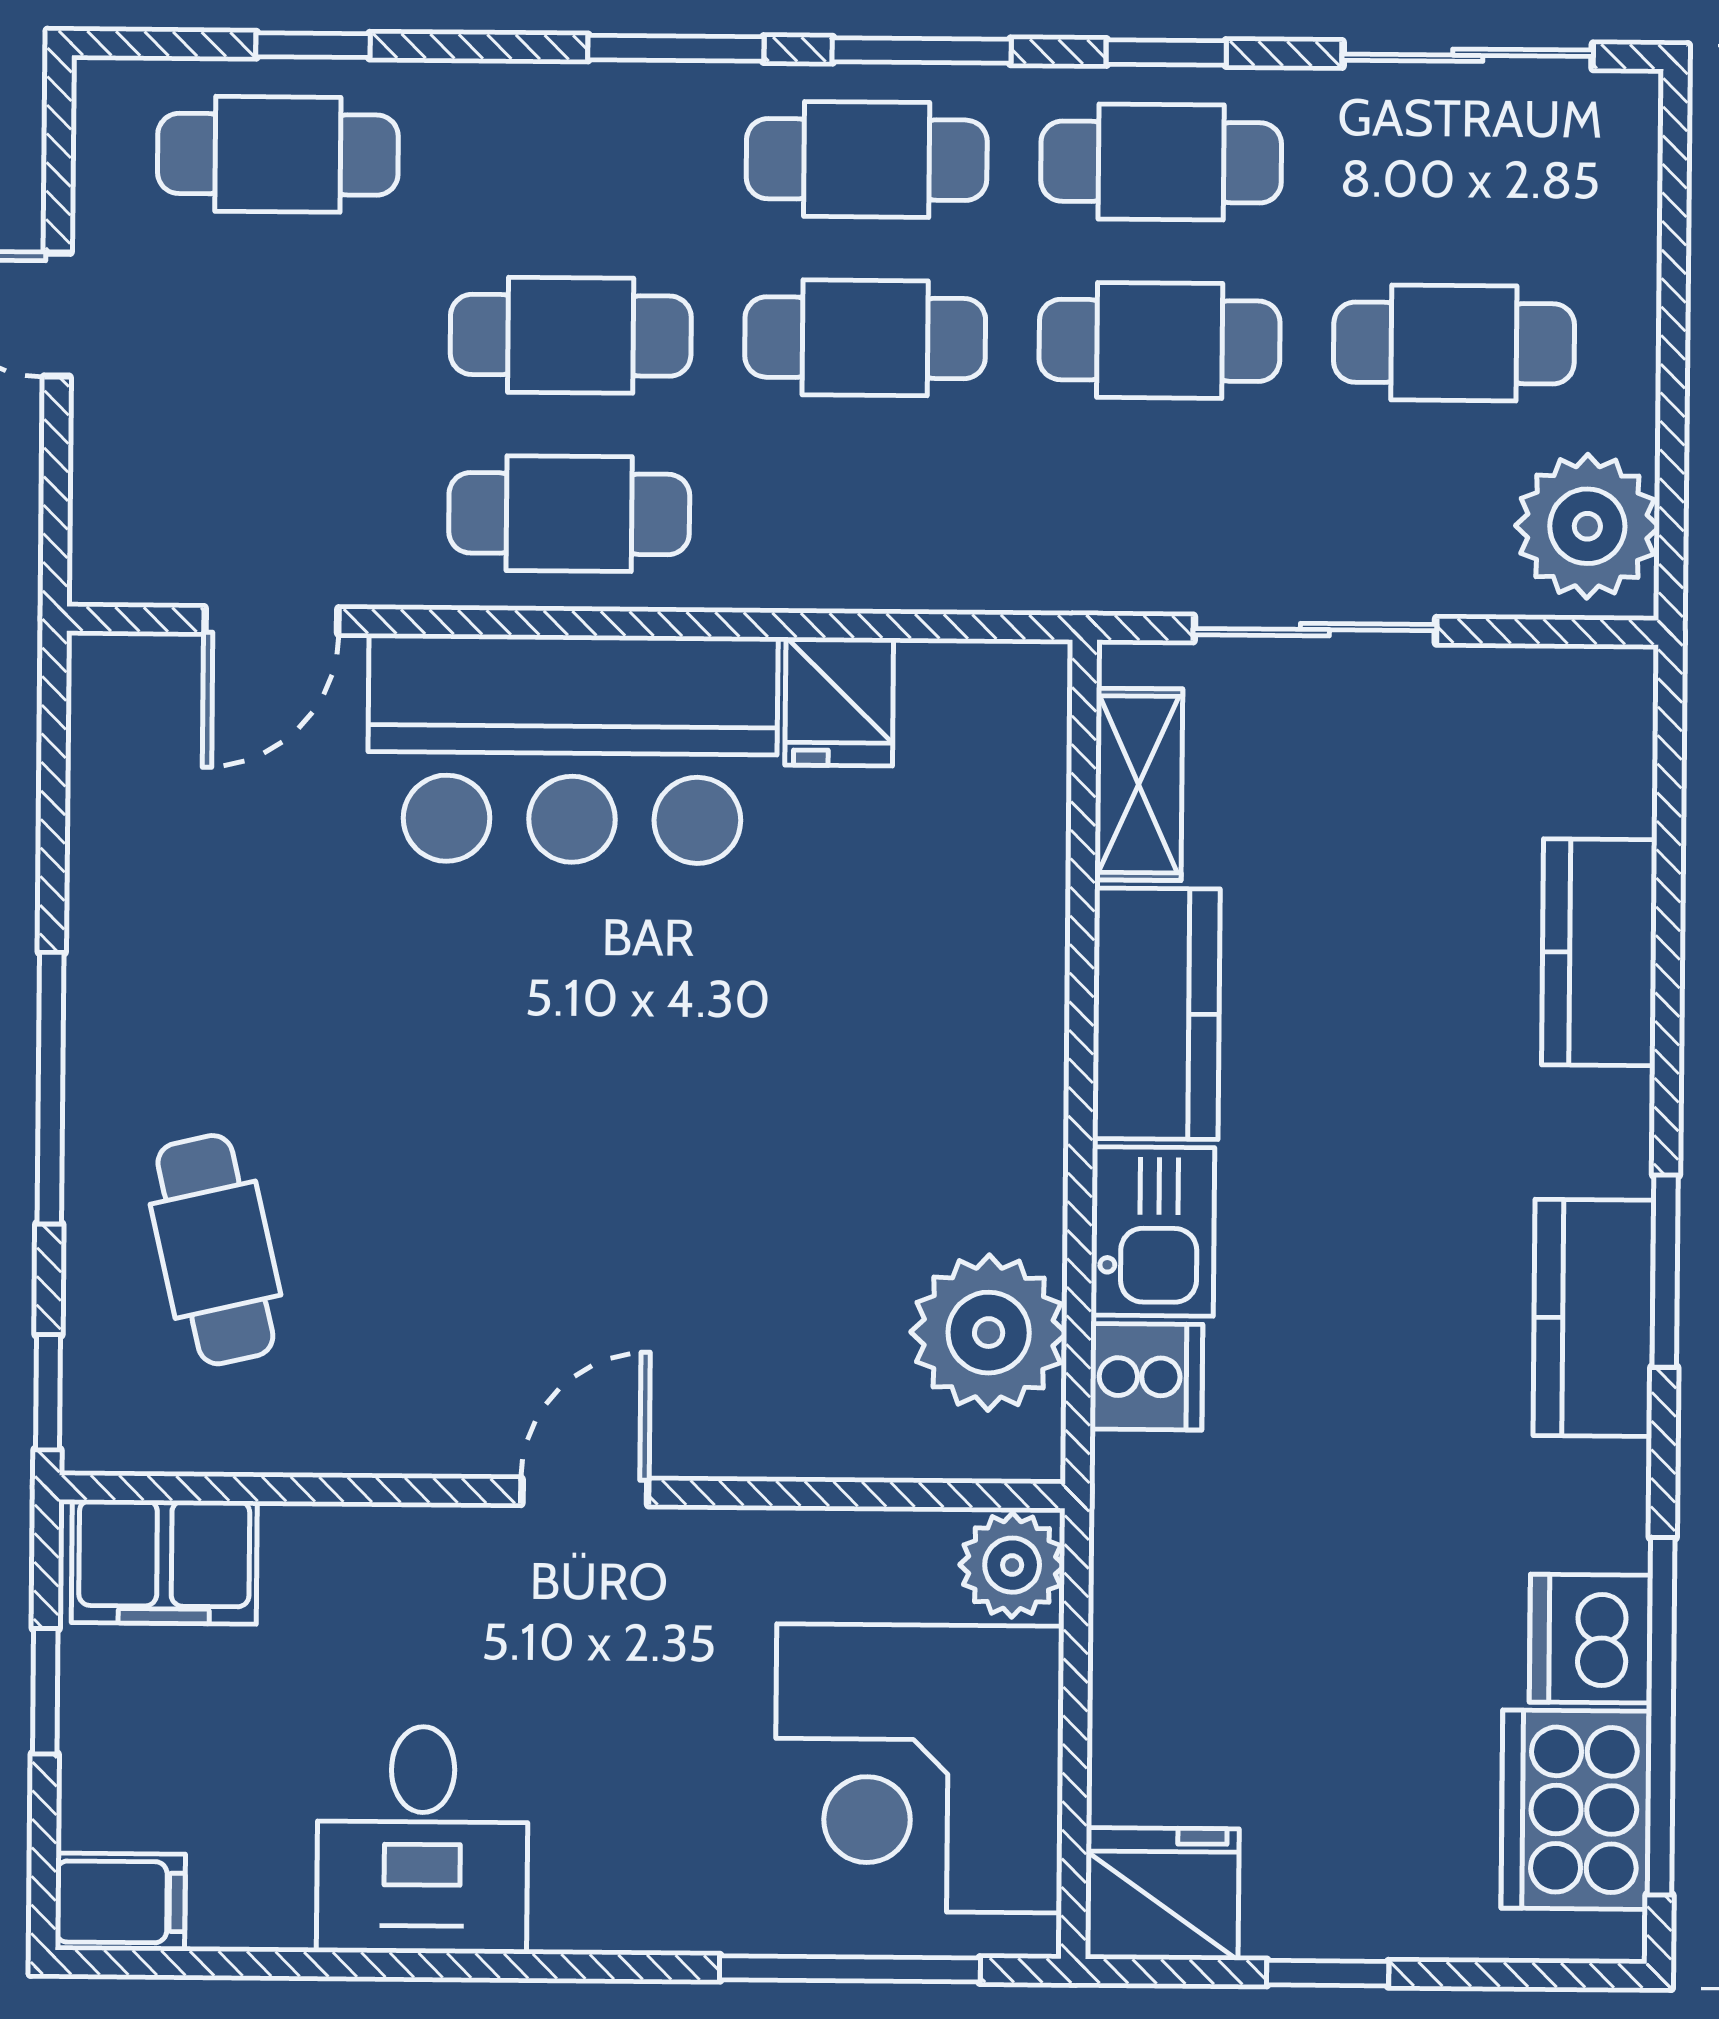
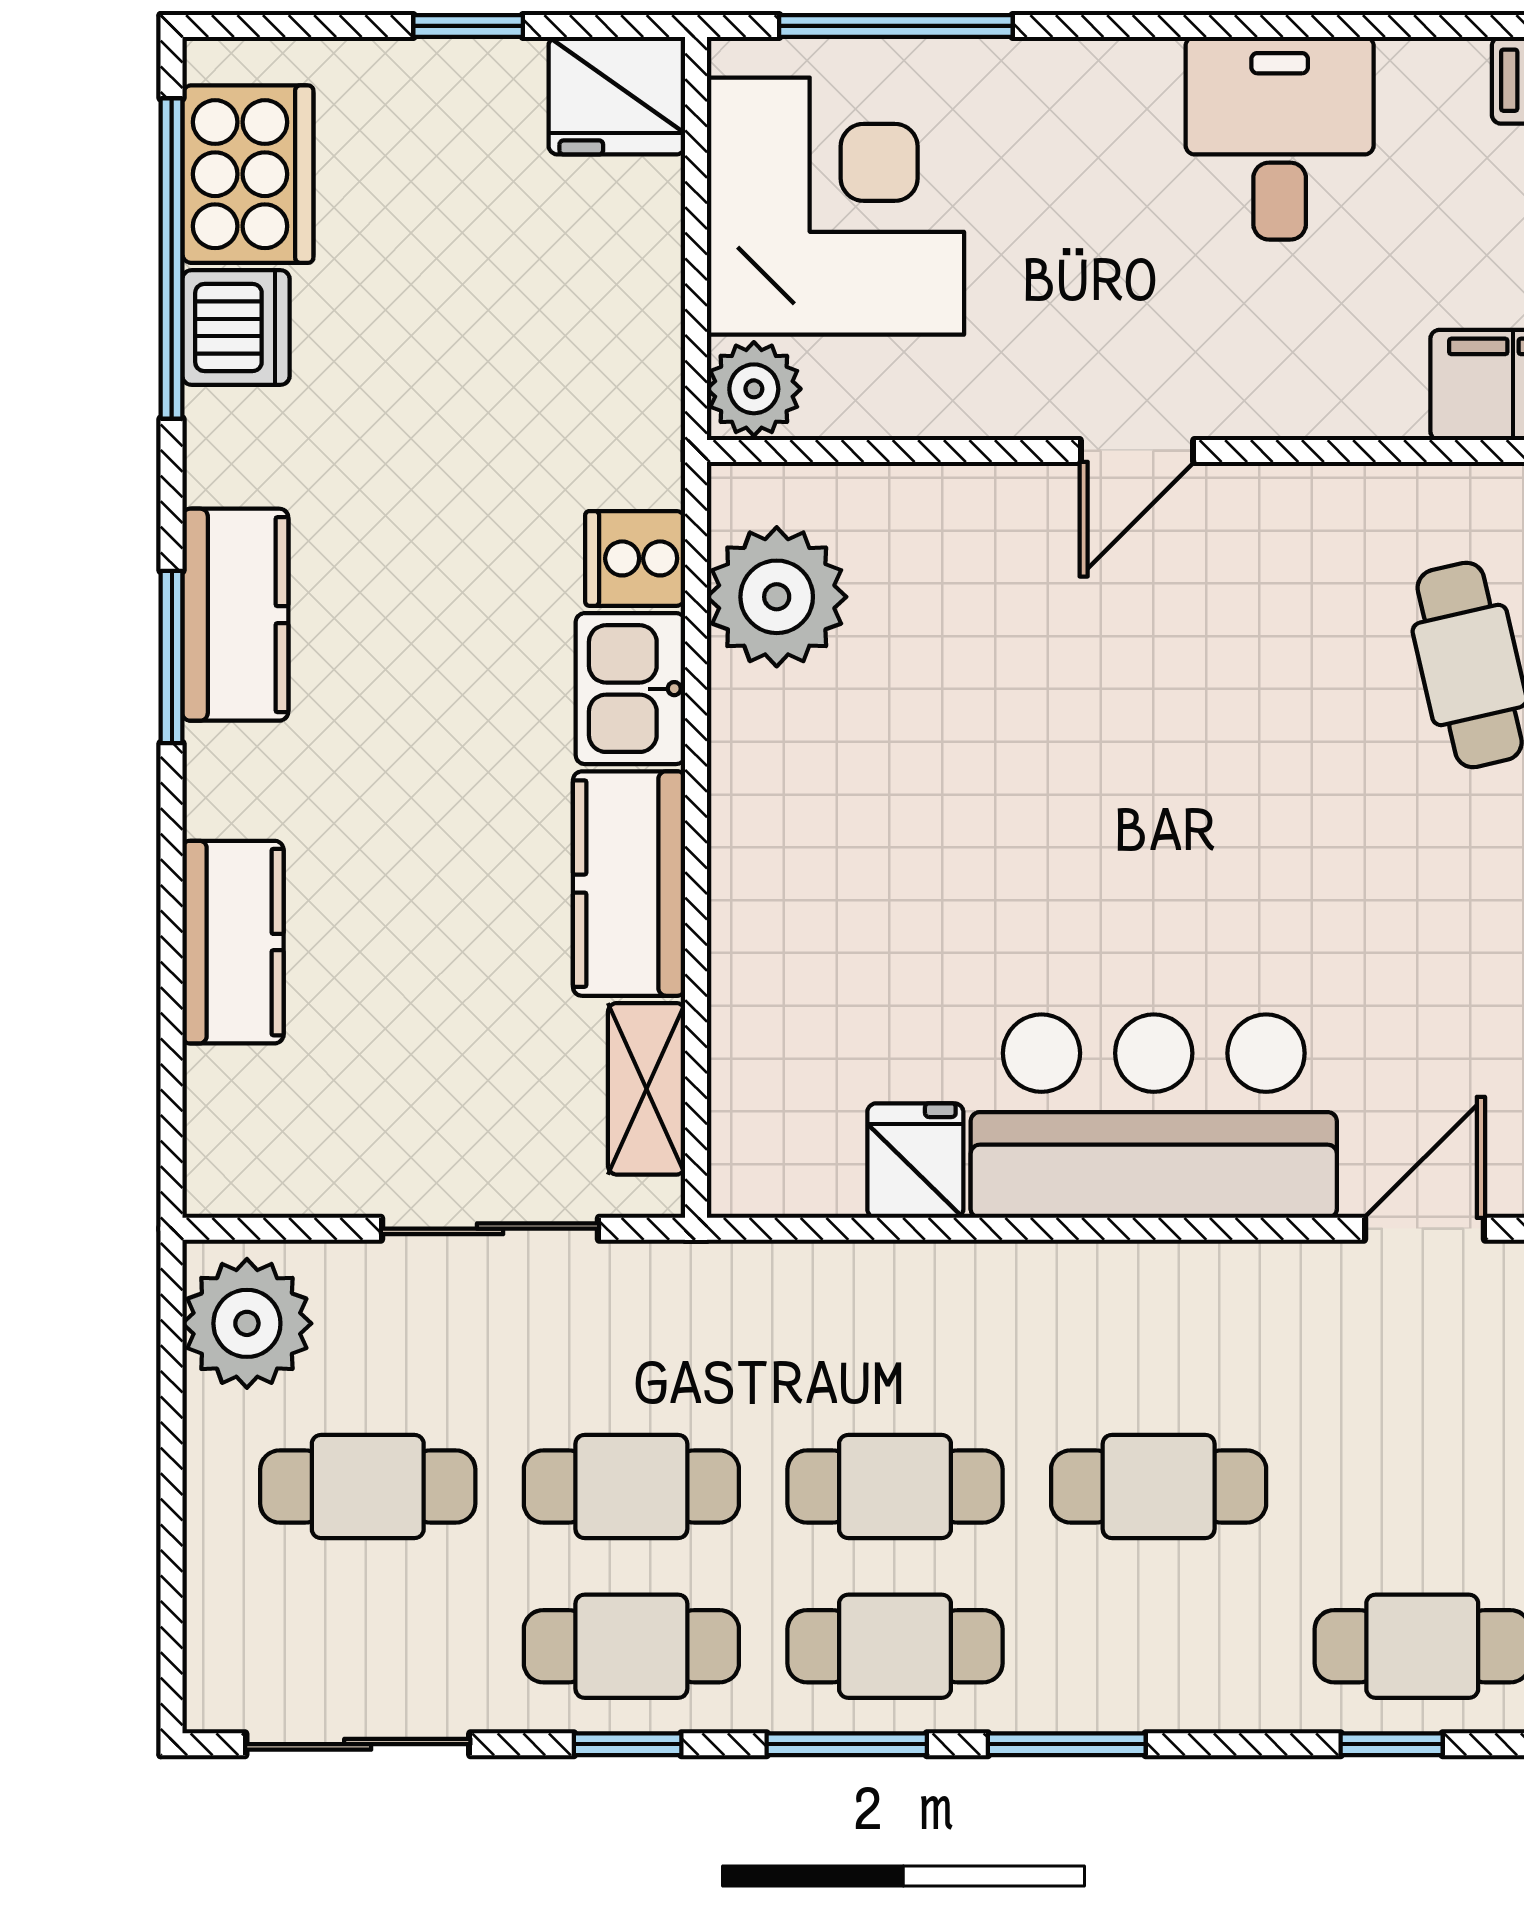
cafe table: (569, 514) -> (1159, 1327), removed

